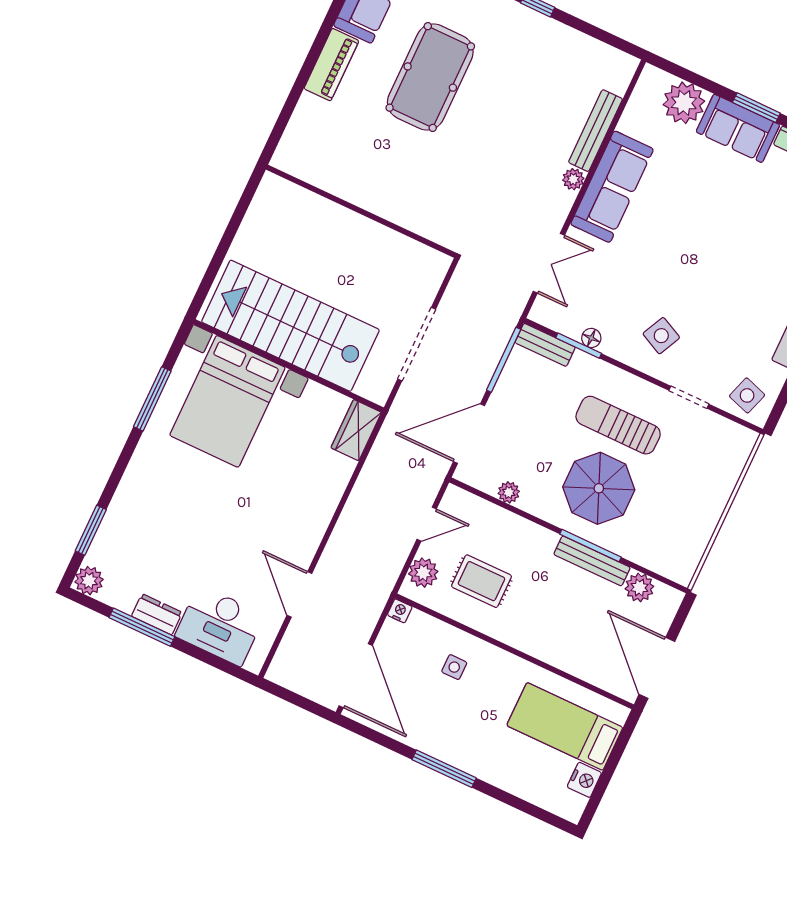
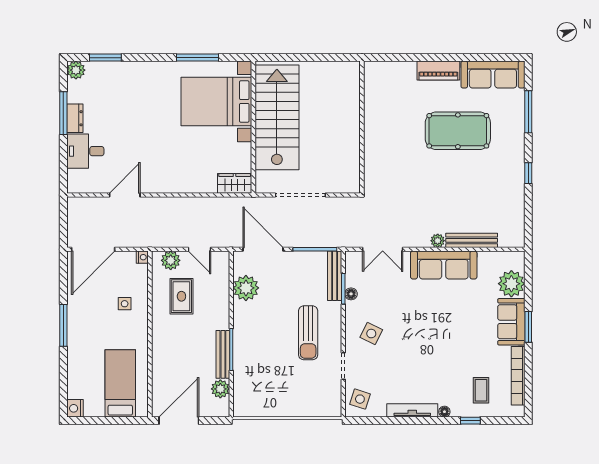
bench: (545, 345) -> (335, 276), width x1.36
sun lounger: (618, 425) -> (308, 333), turned 180
parasol: (599, 488) -> (267, 339), removed
plant: (509, 492) -> (246, 288), width x1.87, depth x1.87
desk: (220, 626) -> (85, 151), width x0.73
nightstand: (584, 780) -> (75, 408), moved, turned 90

